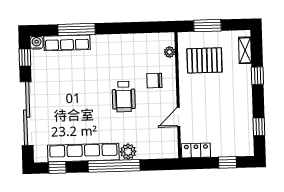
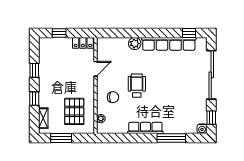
window: (207, 26) -> (61, 138), moved
row of seats: (67, 43) -> (145, 128), moved
pallet: (204, 60) -> (74, 111), turned 90
window: (259, 127) -> (34, 70), moved
window: (114, 166) -> (146, 33), removed

